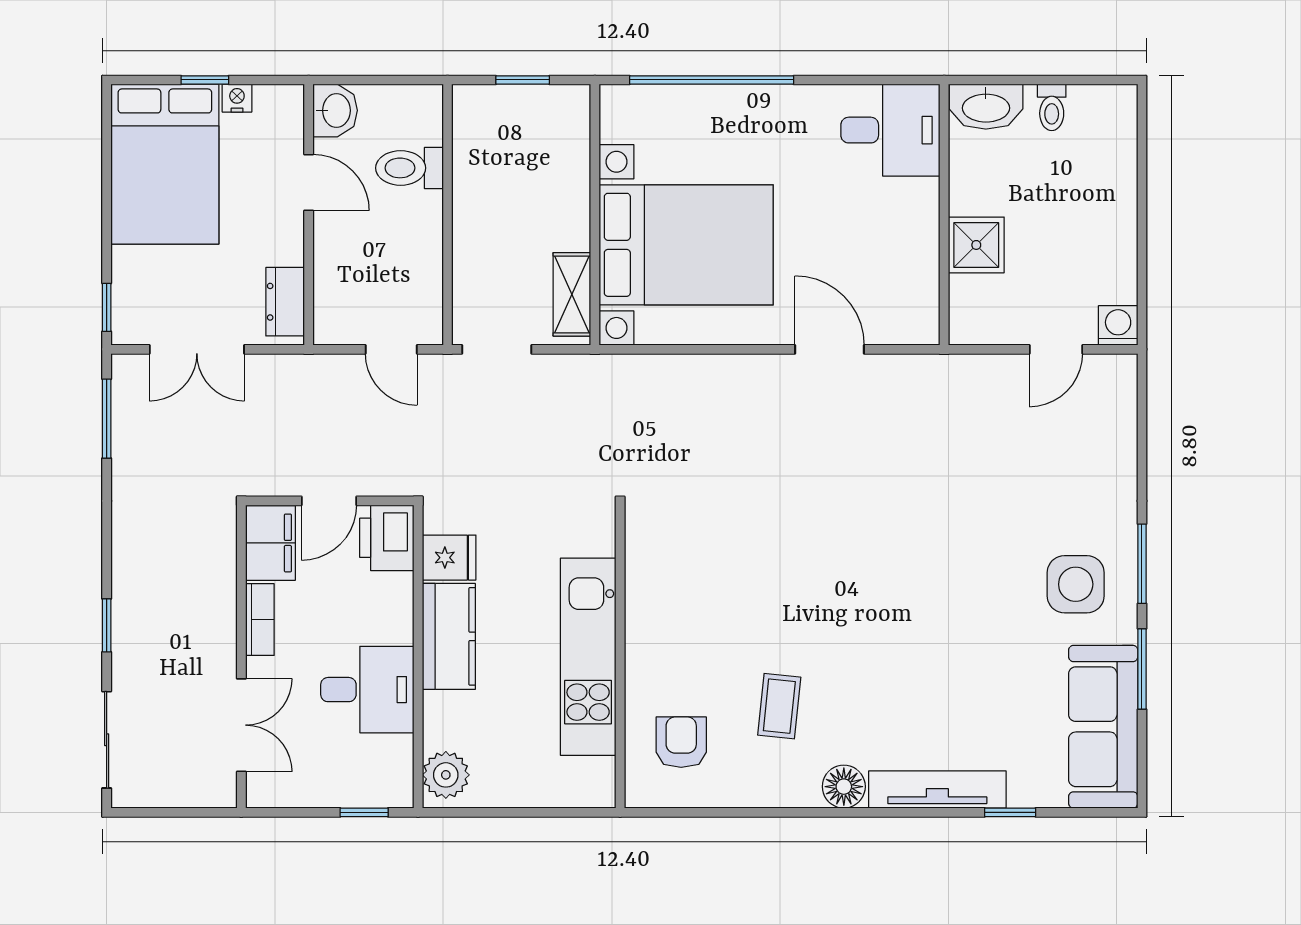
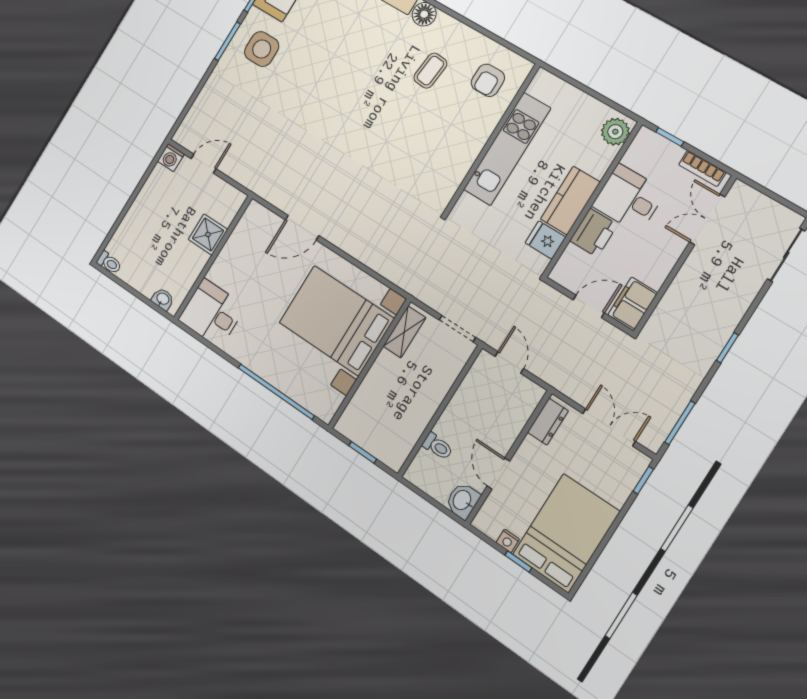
washbasin: (986, 107) -> (163, 299), width x0.52, depth x0.69
toilet: (1052, 107) -> (109, 263), moved, turned 90
toilet: (409, 168) -> (438, 446), width x0.73, depth x0.72
door: (829, 349) -> (302, 228), hinge flipped
printer: (387, 538) -> (594, 233), moved
bookcase: (260, 620) -> (702, 168), moved, turned -90
window: (107, 625) -> (727, 348), moved

